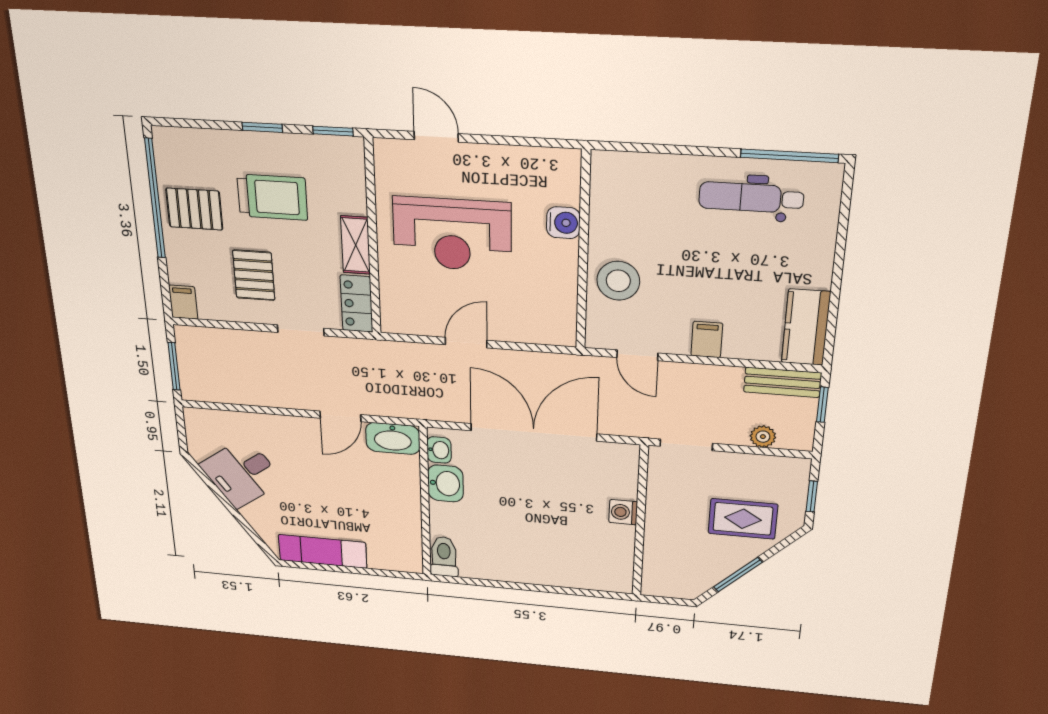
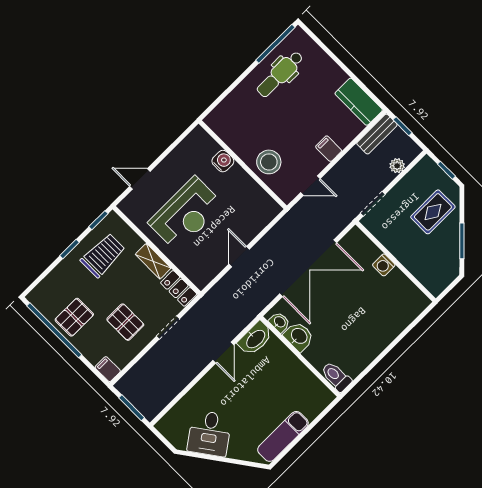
trolley: (272, 197) -> (103, 255), moved
double door: (534, 432) -> (308, 268), swing flipped

